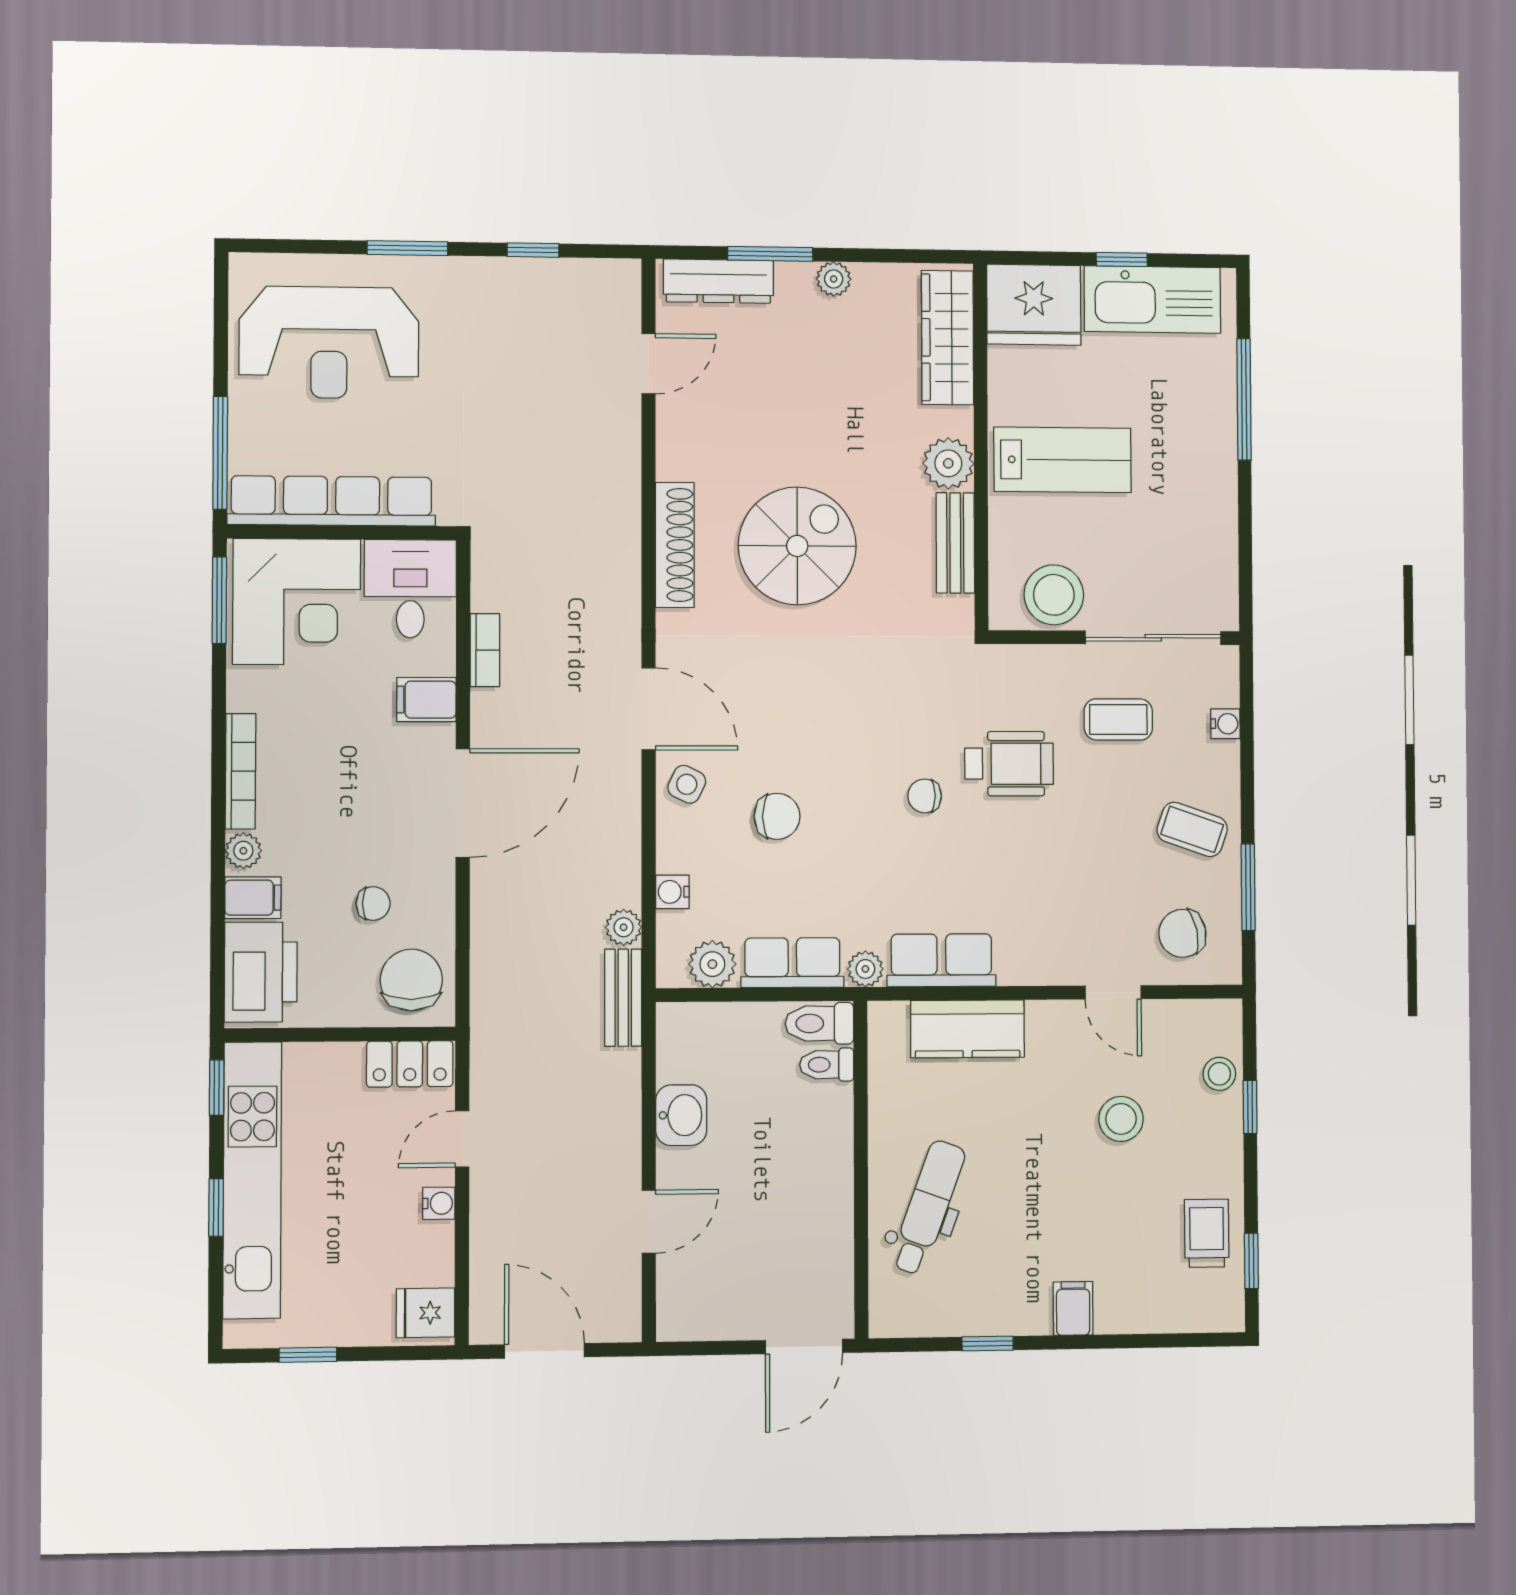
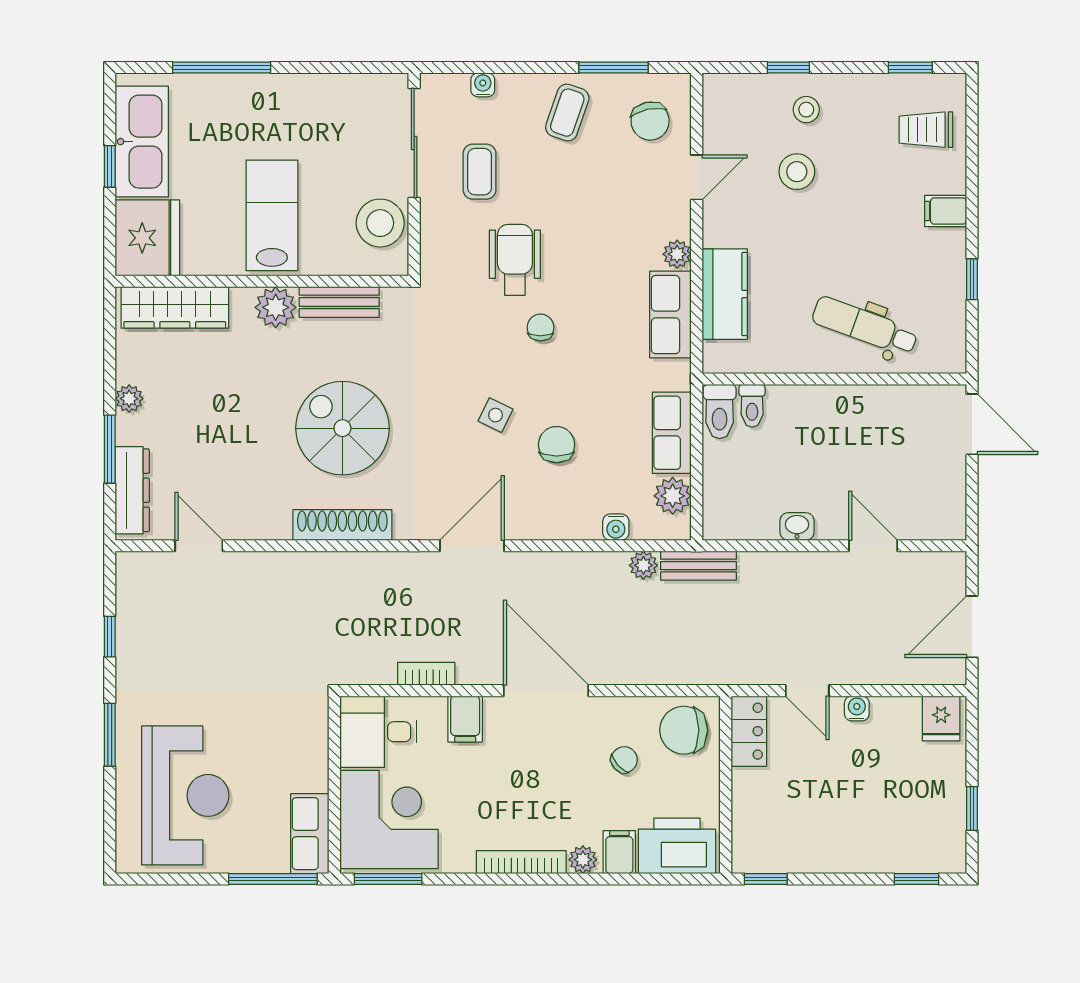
row of seats: (332, 501) -> (310, 834), width x0.50
side table: (687, 784) -> (496, 415), moved
chair: (925, 796) -> (540, 327), turned 180
chair: (373, 904) -> (624, 760), turned 48
plant: (865, 969) -> (677, 254), moved
stool: (1219, 1074) -> (806, 110), moved
washbasin: (681, 1115) -> (797, 526), width x0.72, depth x0.69
kitchen unit: (252, 1180) -> (837, 852), removed
window: (216, 1207) -> (917, 879), moved
trolley: (1207, 1233) -> (926, 130), moved

